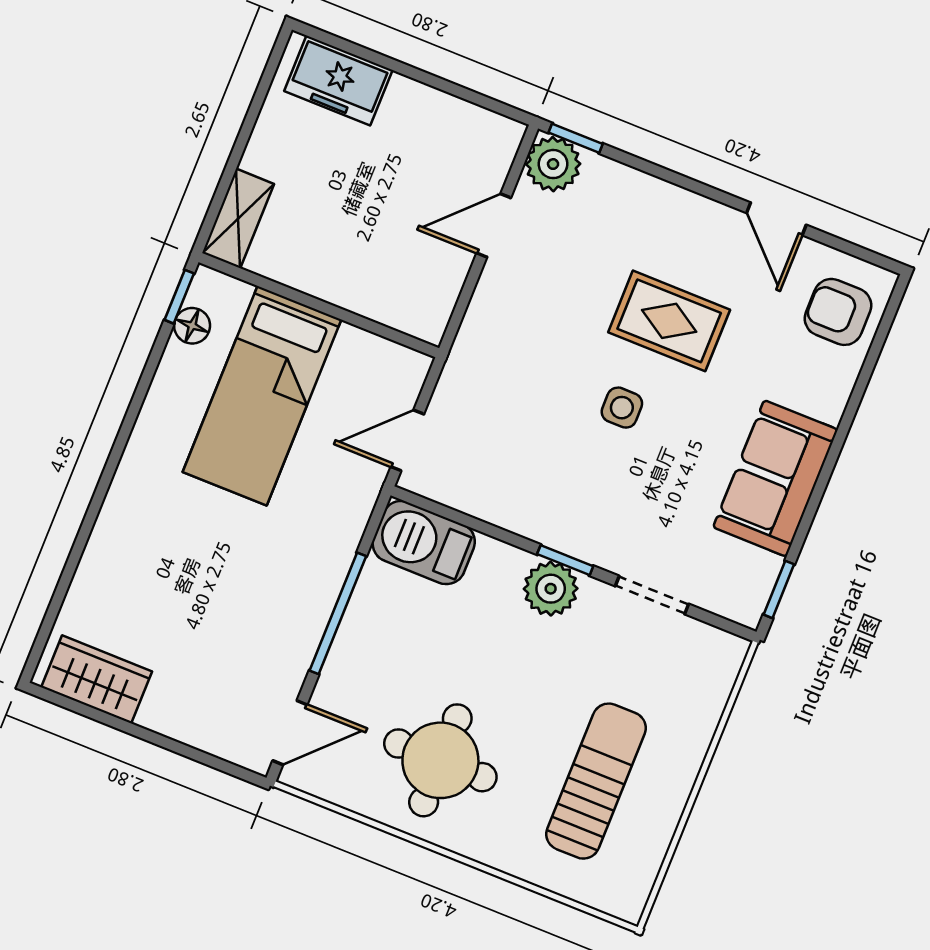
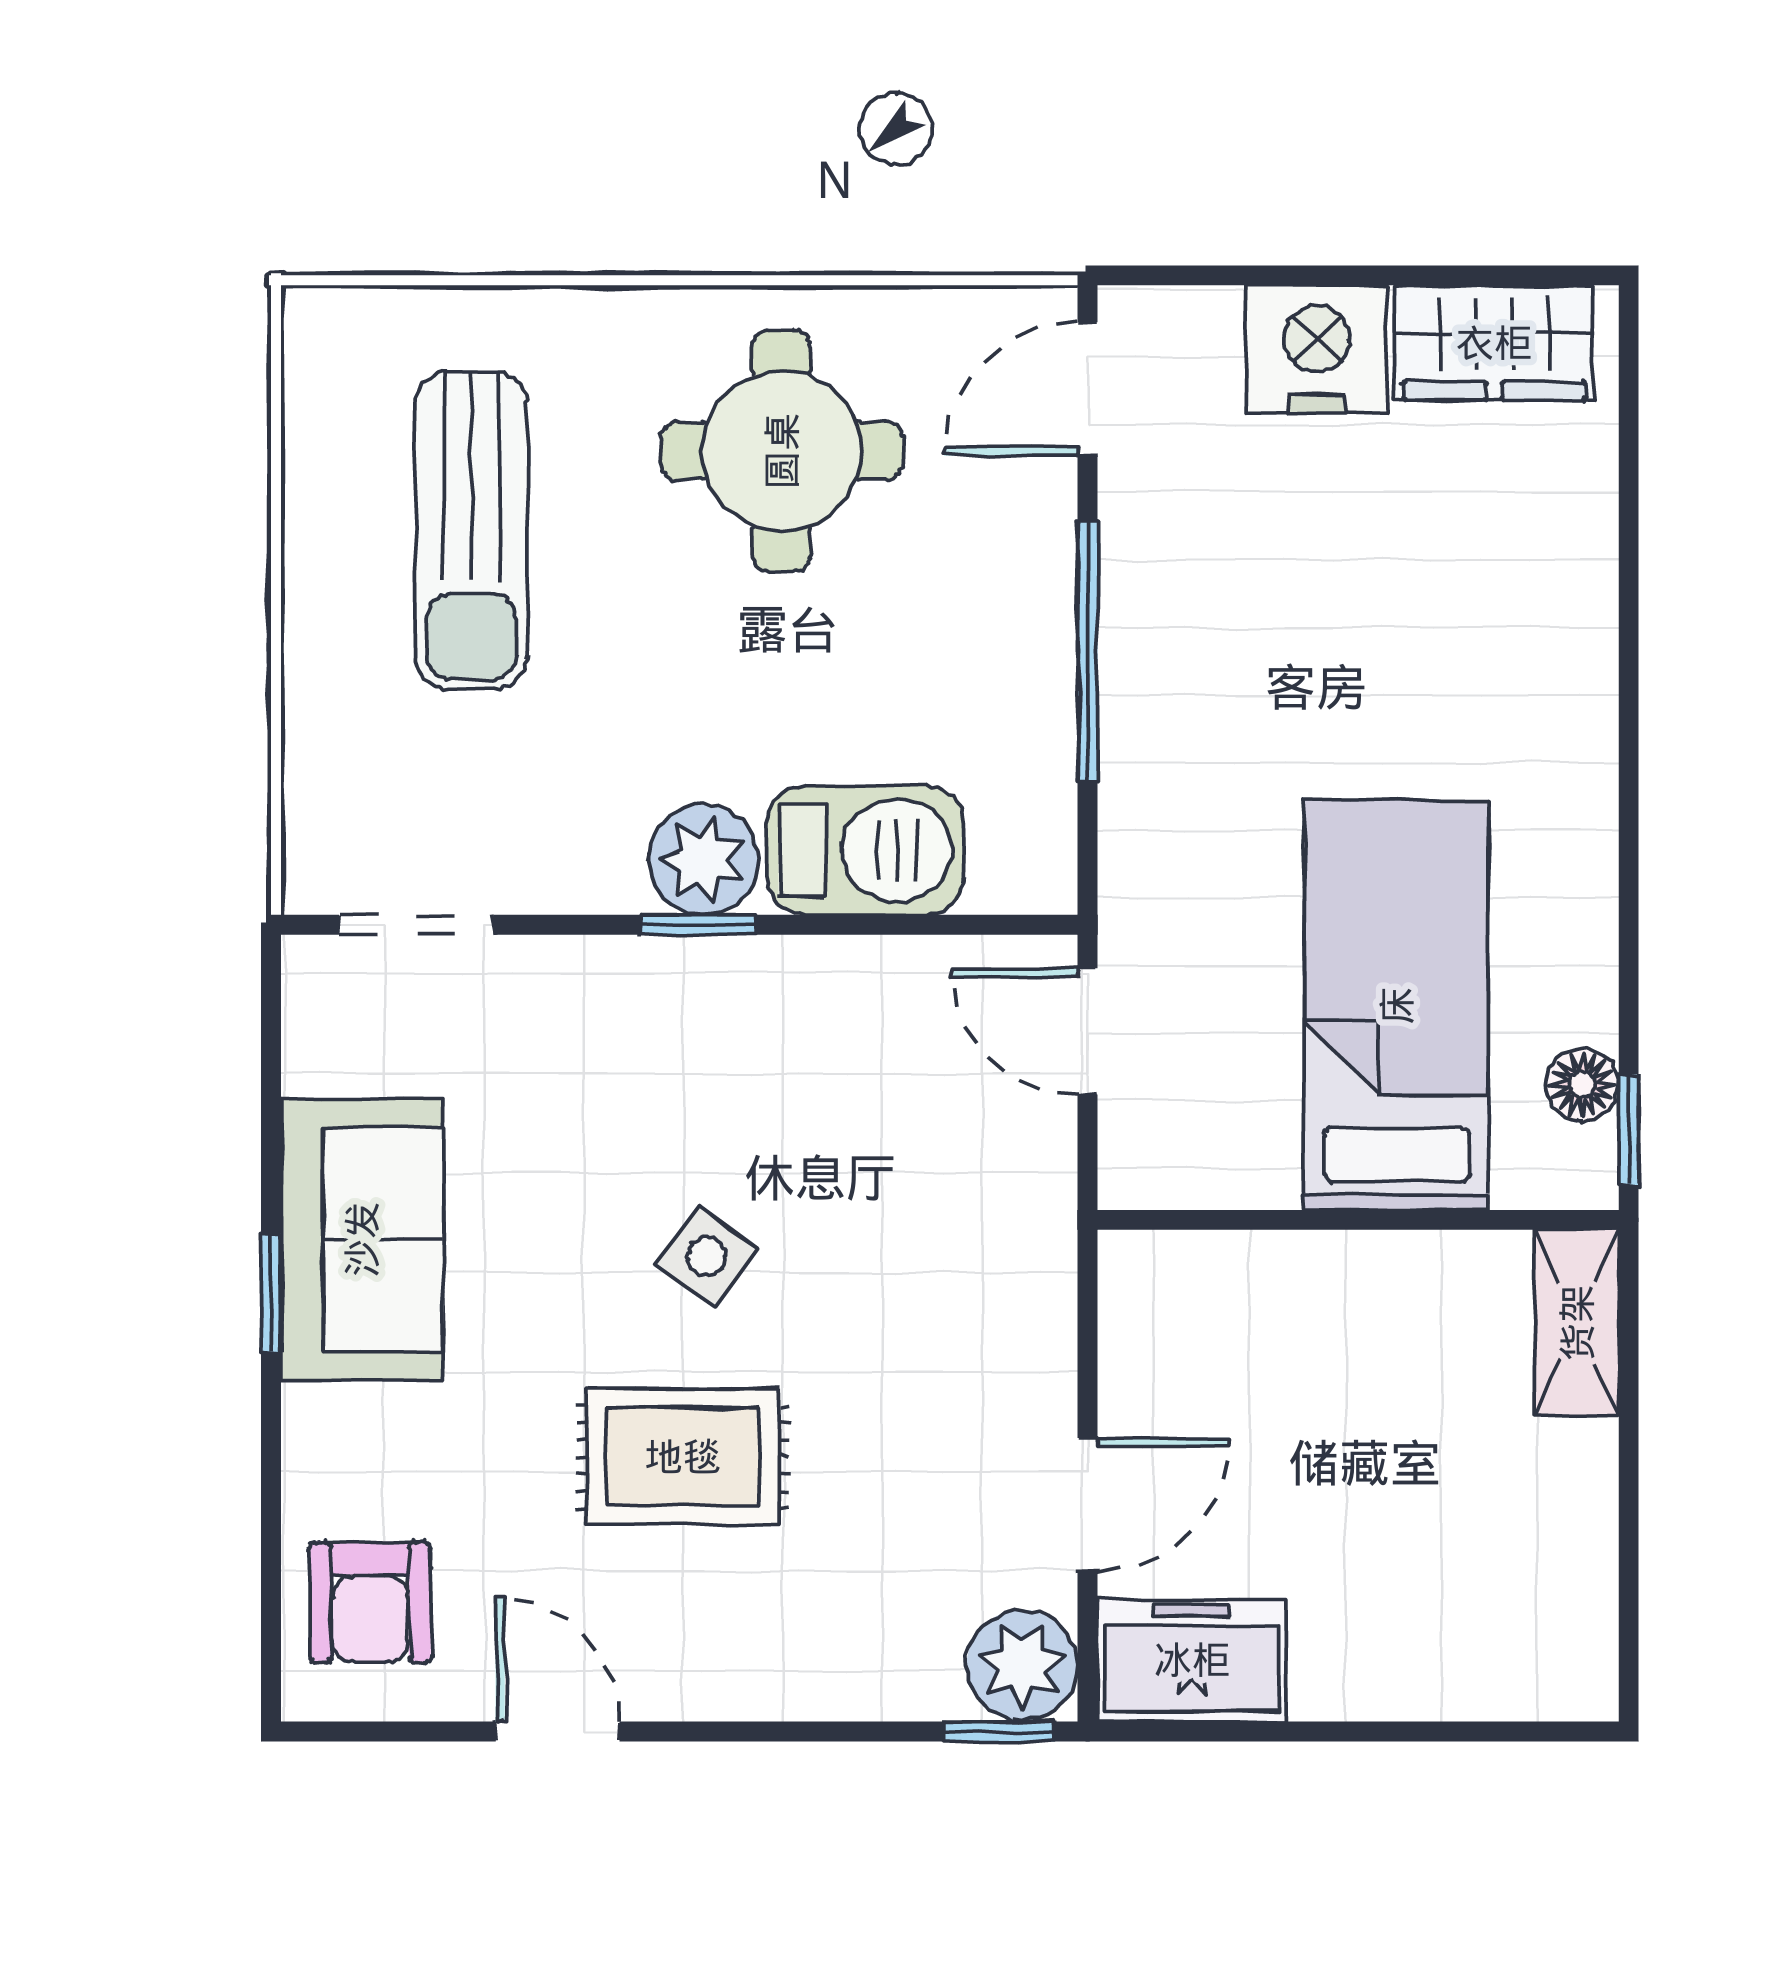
freezer: (338, 80) -> (1192, 1660), moved
armchair: (838, 312) -> (370, 1602), turned 90
side table: (622, 408) -> (707, 1257), turned 36
door: (407, 440) -> (1088, 1031), swing flipped
barbecue: (424, 543) -> (865, 850), moved
window: (779, 589) -> (271, 1293), moved
doorway: (652, 595) -> (416, 925), moved
nightstand: (178, 709) -> (1316, 349), added

